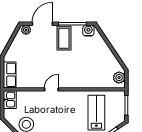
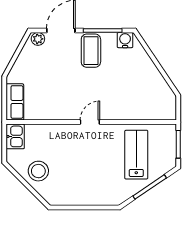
plant: (119, 78) -> (168, 106), removed
door: (51, 89) -> (90, 122), moved

